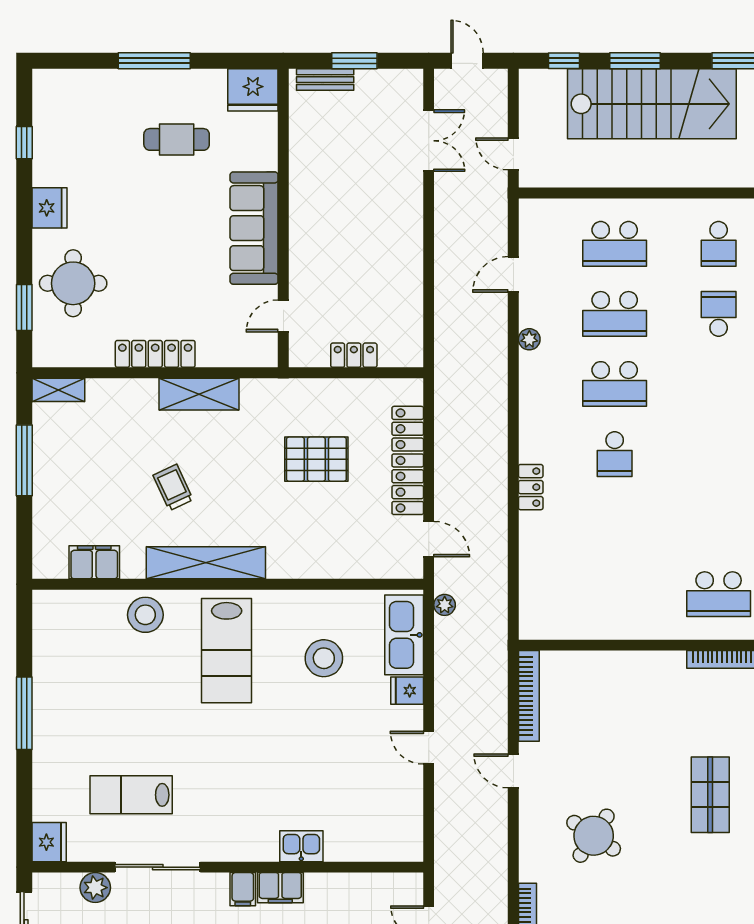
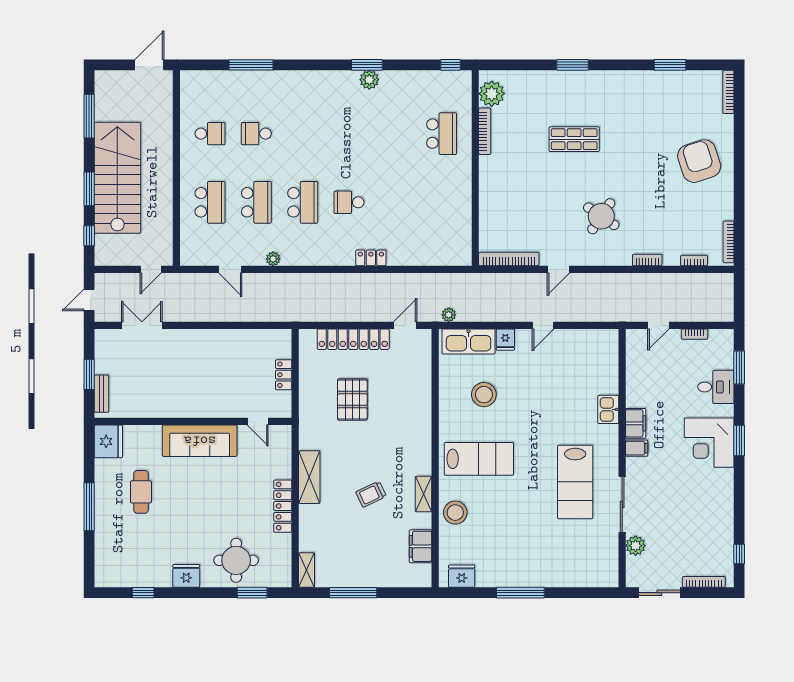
school desk: (615, 454) -> (349, 202), turned 180
shelving: (206, 563) -> (424, 494), width x0.45, depth x0.75
lab bench: (131, 795) -> (575, 482), moved, width x1.36, depth x1.39
fridge: (49, 842) -> (462, 576), moved

